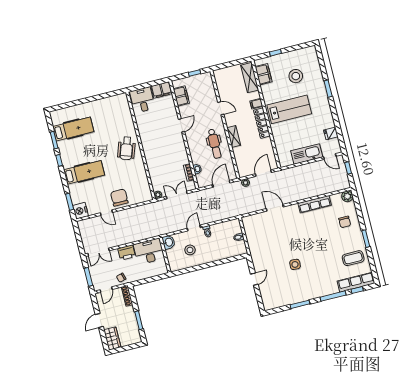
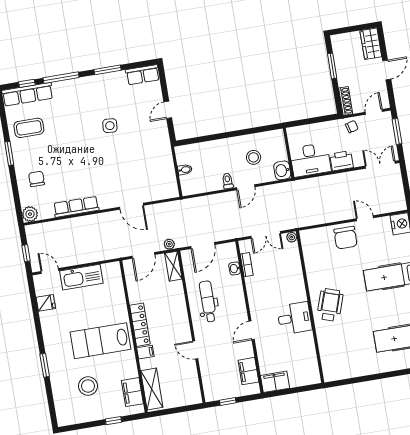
desk: (143, 100) -> (294, 318), moved, turned -90
shelving: (234, 136) -> (173, 266), moved
row of seats: (274, 303) -> (143, 75), added

